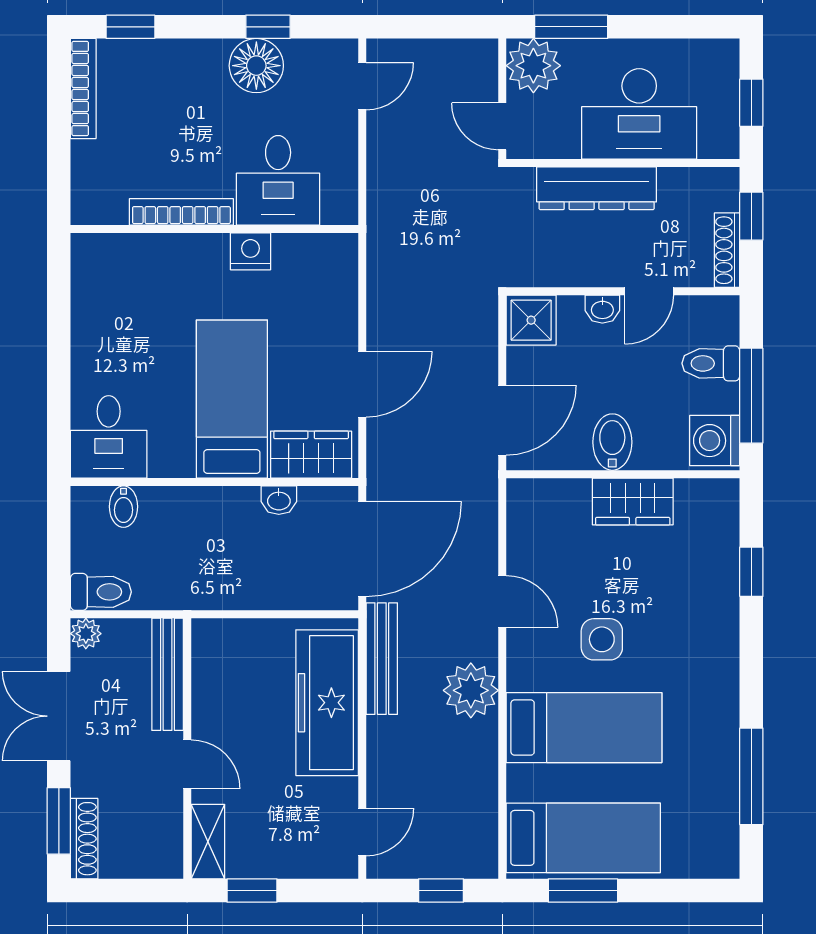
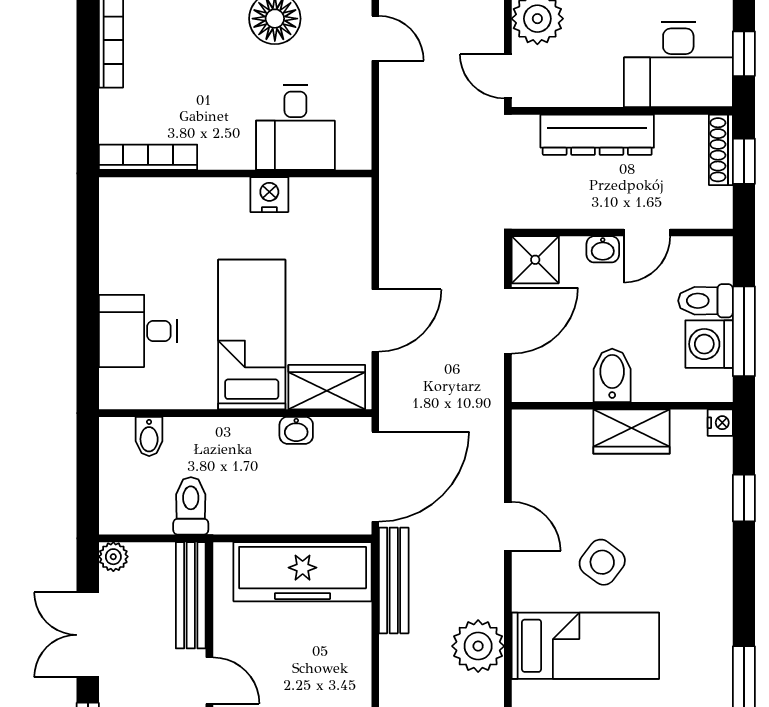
door: (362, 86) -> (375, 38), hinge flipped
desk: (639, 114) -> (678, 64), moved
bookcase: (181, 212) -> (148, 157), moved
shoe rack: (727, 250) -> (721, 150), moved
door: (502, 420) -> (508, 321), moved
desk: (109, 437) -> (138, 331), moved, turned 90
washing machine: (715, 441) -> (709, 344), moved
nightstand: (726, 492) -> (720, 423), added
toilet: (101, 592) -> (191, 506), moved, turned -90
side table: (602, 639) -> (602, 562), turned 37
plant: (471, 690) -> (478, 646), moved
freezer: (327, 703) -> (303, 572), moved, turned -90

